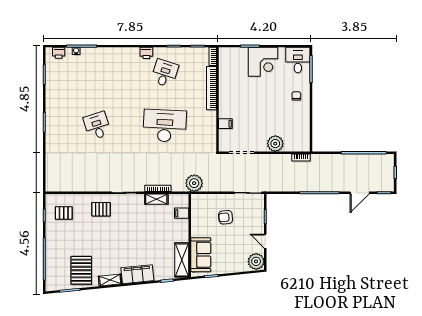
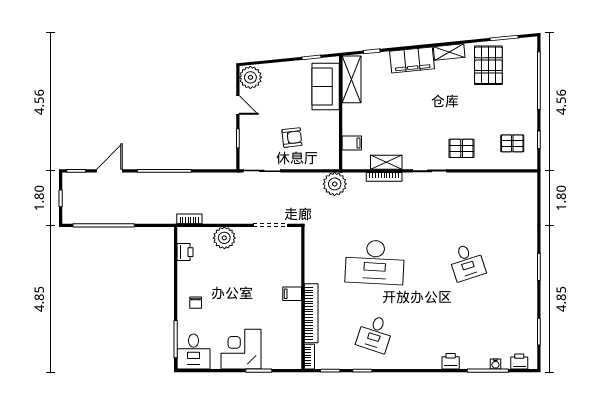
printer: (146, 53) -> (451, 361), moved
filing cabinet: (225, 124) -> (292, 294), moved
printer: (304, 133) -> (185, 252), added

